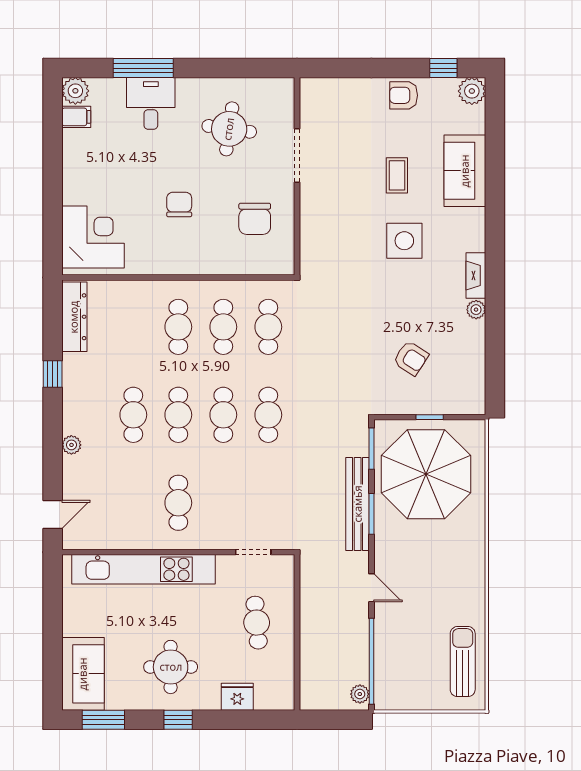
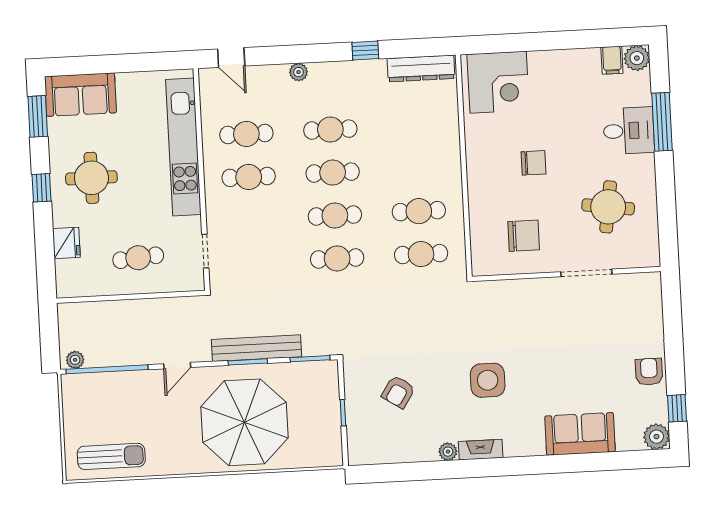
coffee table: (397, 175) -> (572, 369), removed
chair: (255, 219) -> (524, 236), turned 180
side table: (404, 241) -> (488, 380), moved
cafe table: (178, 327) -> (246, 134), moved
parasol: (426, 474) -> (245, 422), moved

